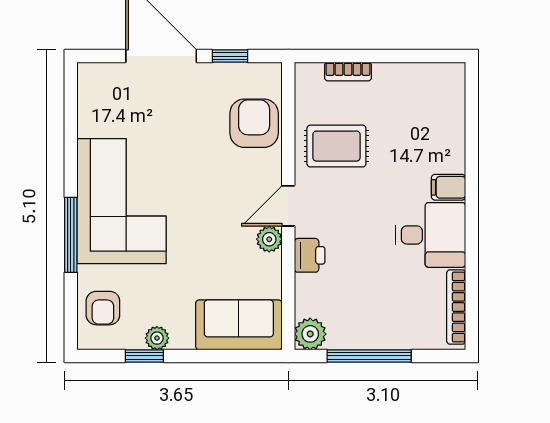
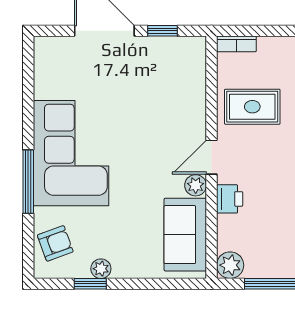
bookcase: (348, 72) -> (236, 44), moved
armchair: (254, 123) -> (183, 87), removed
armchair: (103, 308) -> (55, 243), turned -110
sofa: (239, 325) -> (185, 235), moved, turned -90

